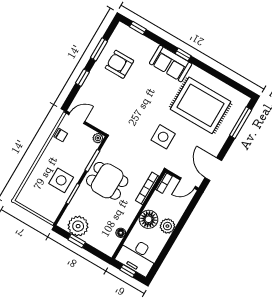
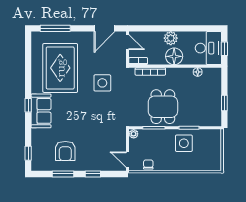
plant: (78, 226) -> (212, 109), removed

